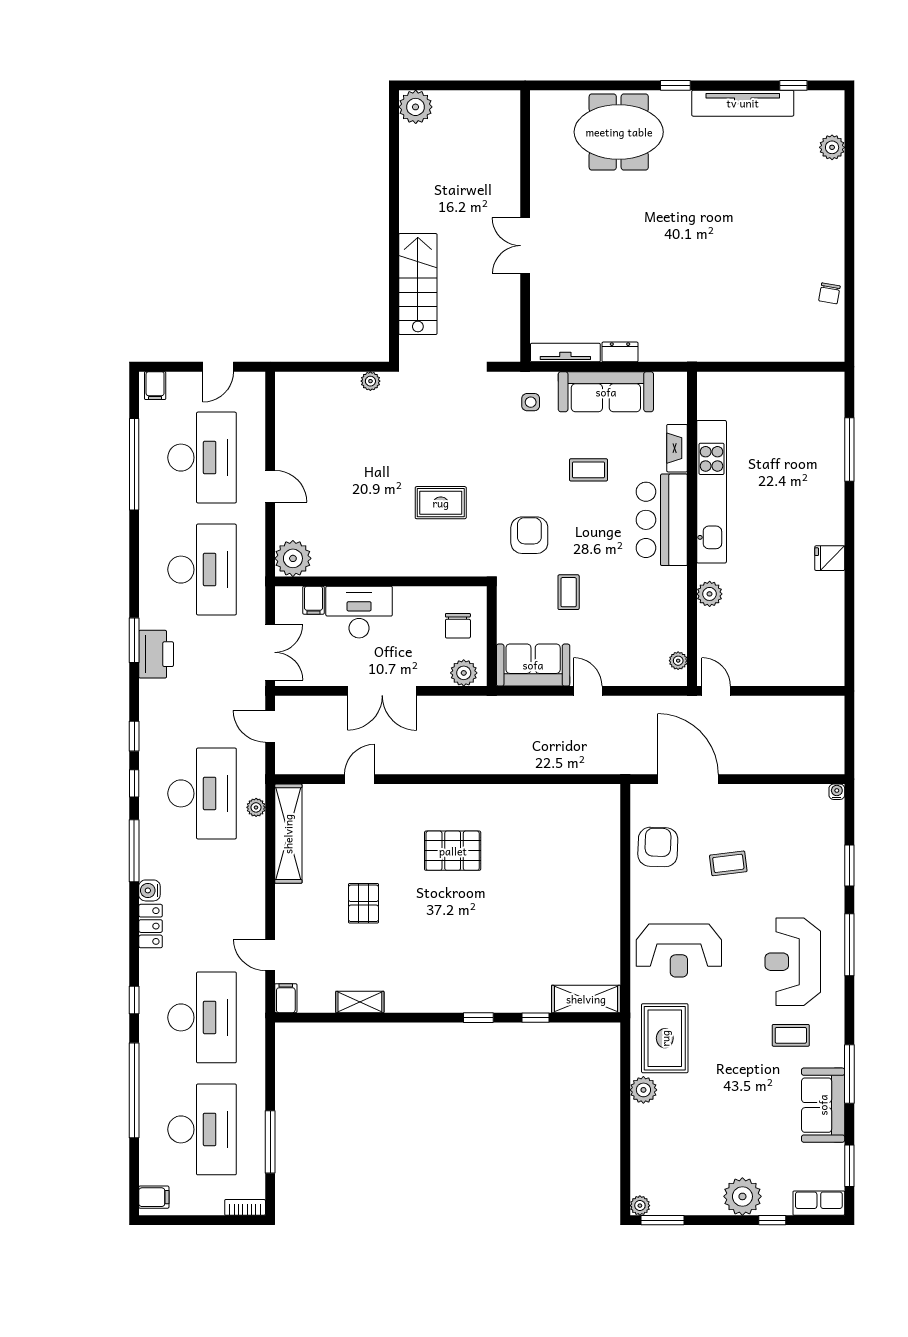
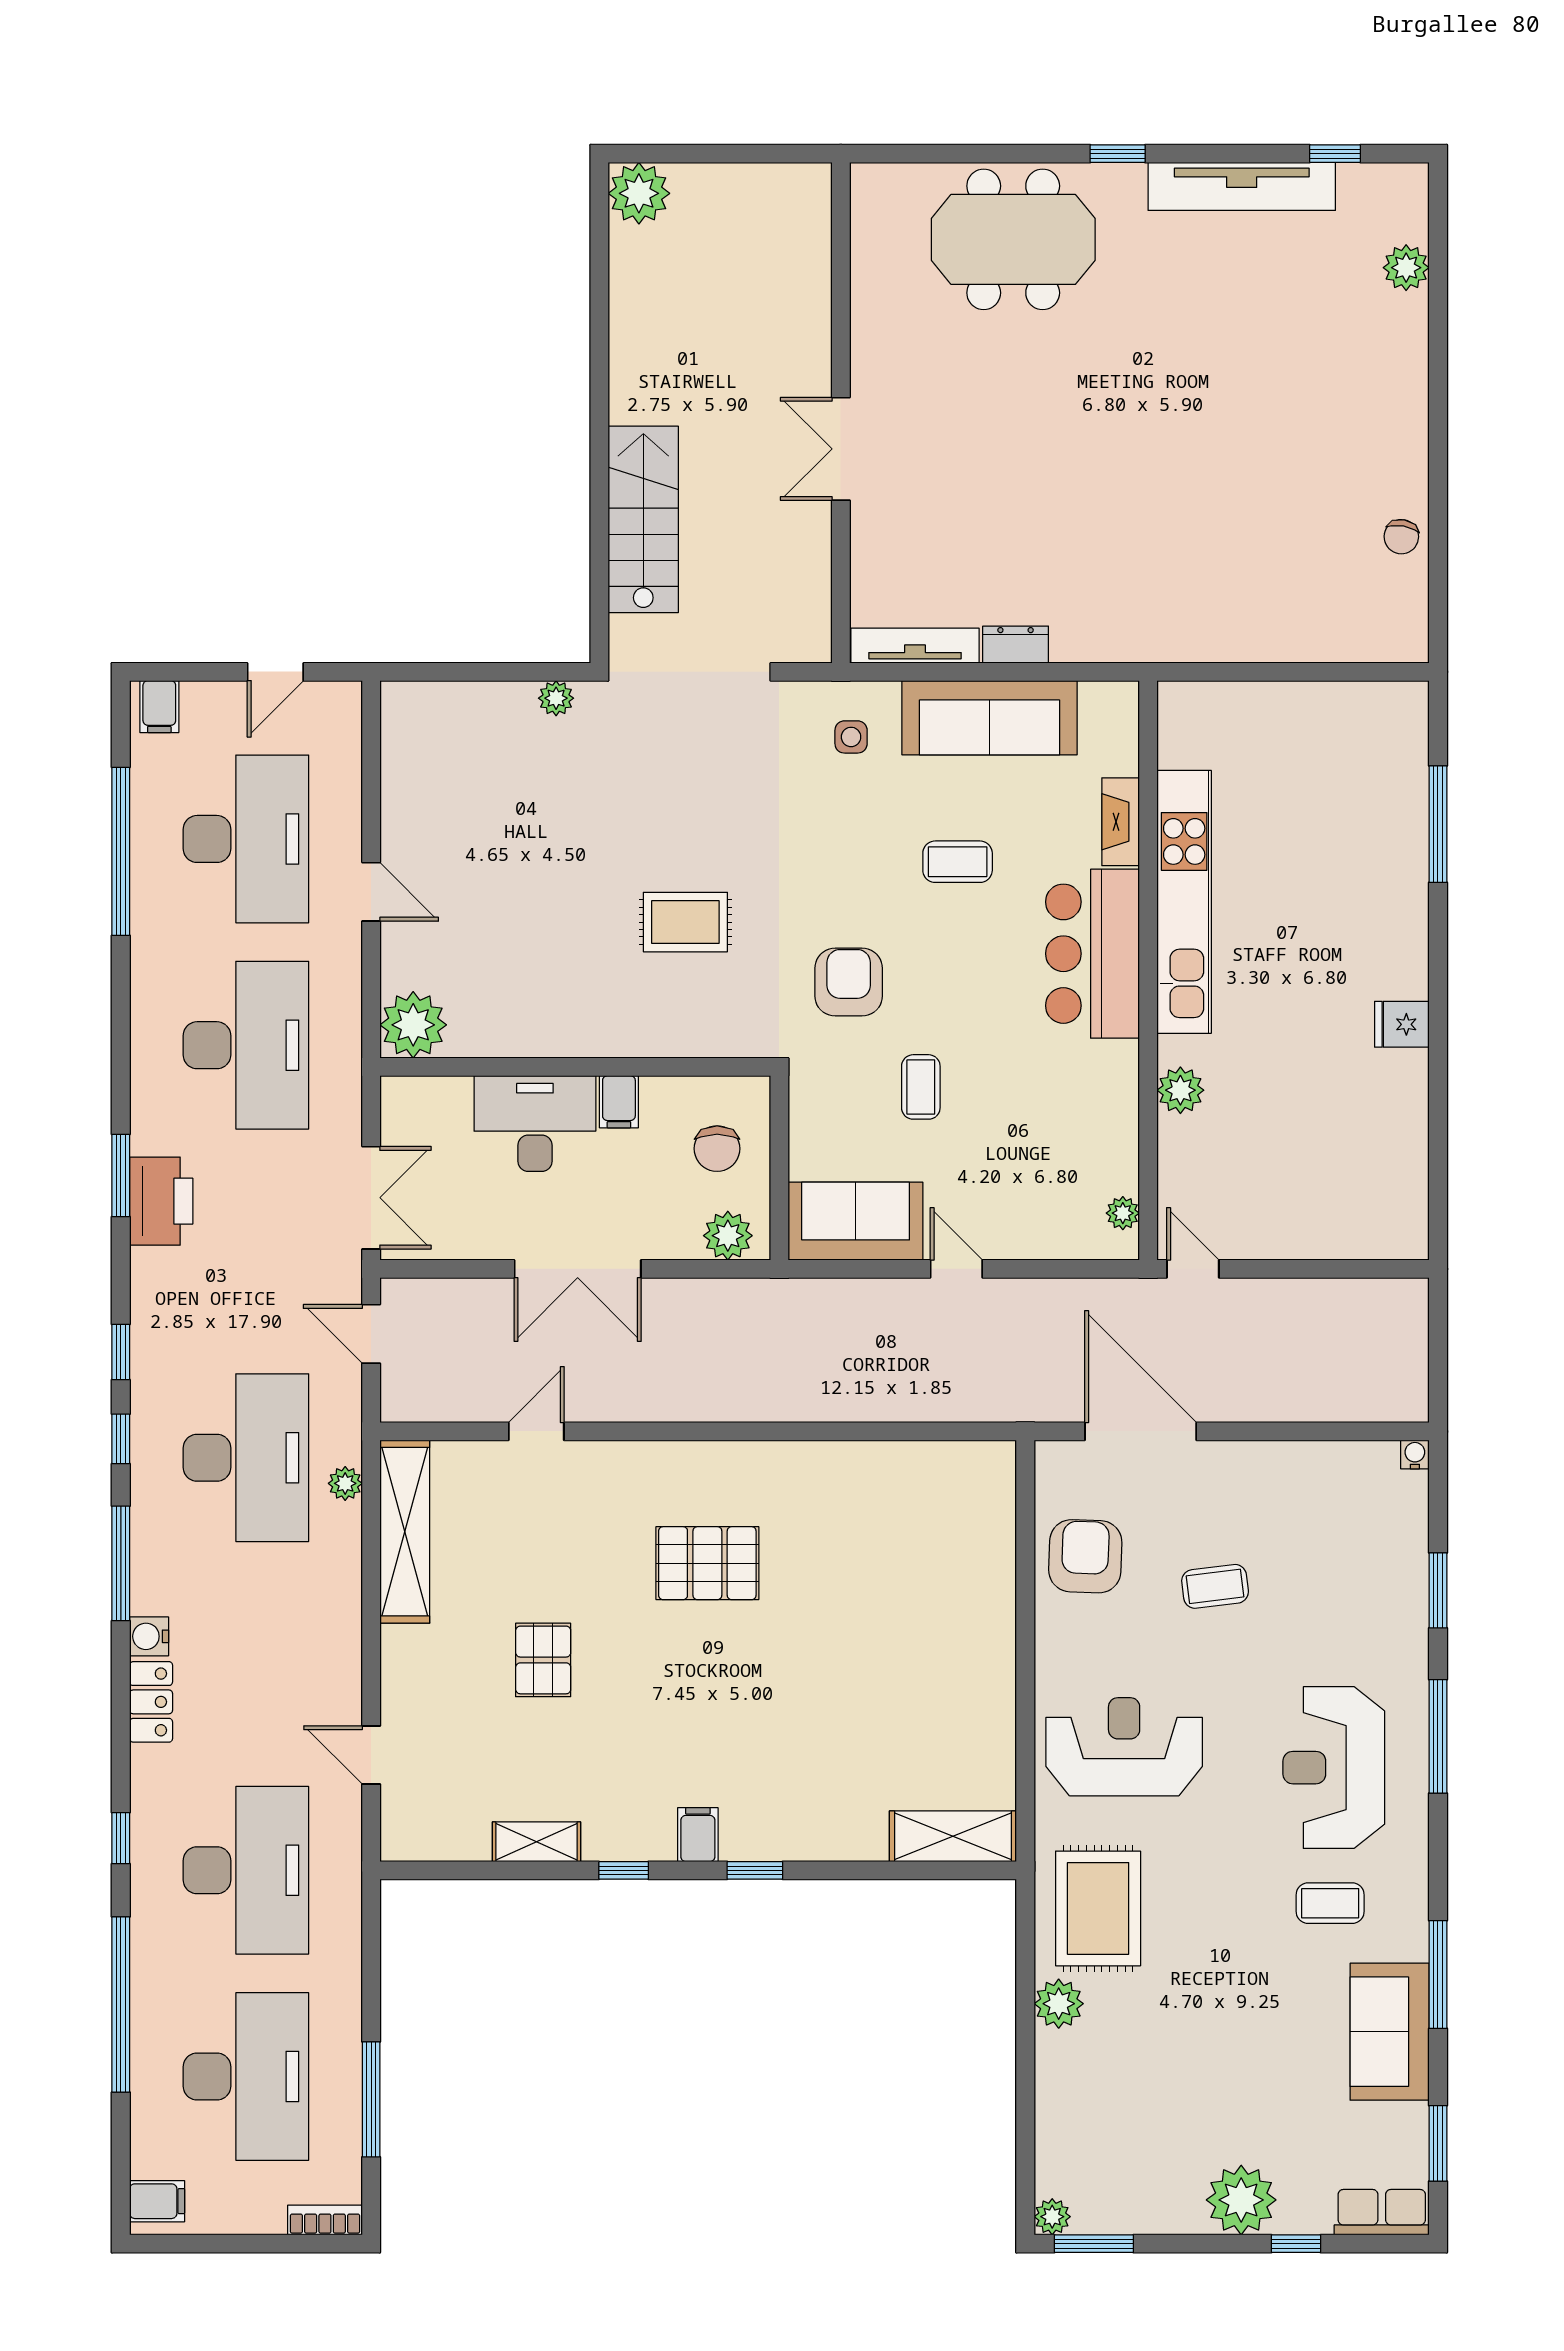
filing cabinet: (313, 600) -> (619, 1102), moved
reception desk: (679, 950) -> (1124, 1747), turned 180
filing cabinet: (286, 998) -> (698, 1835), moved
window: (535, 1018) -> (624, 1870), moved

